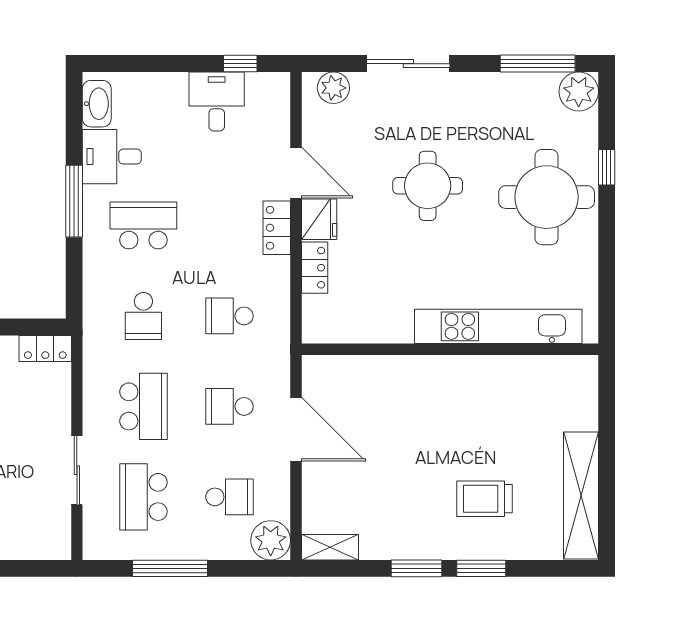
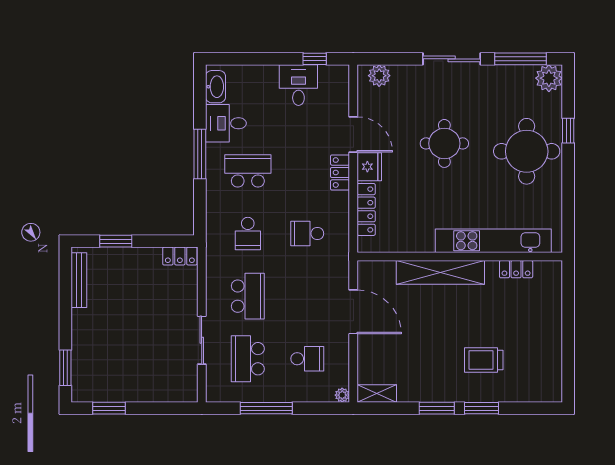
sliding door: (408, 64) -> (452, 59), moved
locker: (315, 268) -> (366, 209), width x1.53
locker: (531, 367) -> (516, 269), added
school desk: (229, 406) -> (307, 296), removed
shelving: (581, 496) -> (440, 272), moved, turned 90
plant: (271, 540) -> (342, 395), width x0.53, depth x0.53

